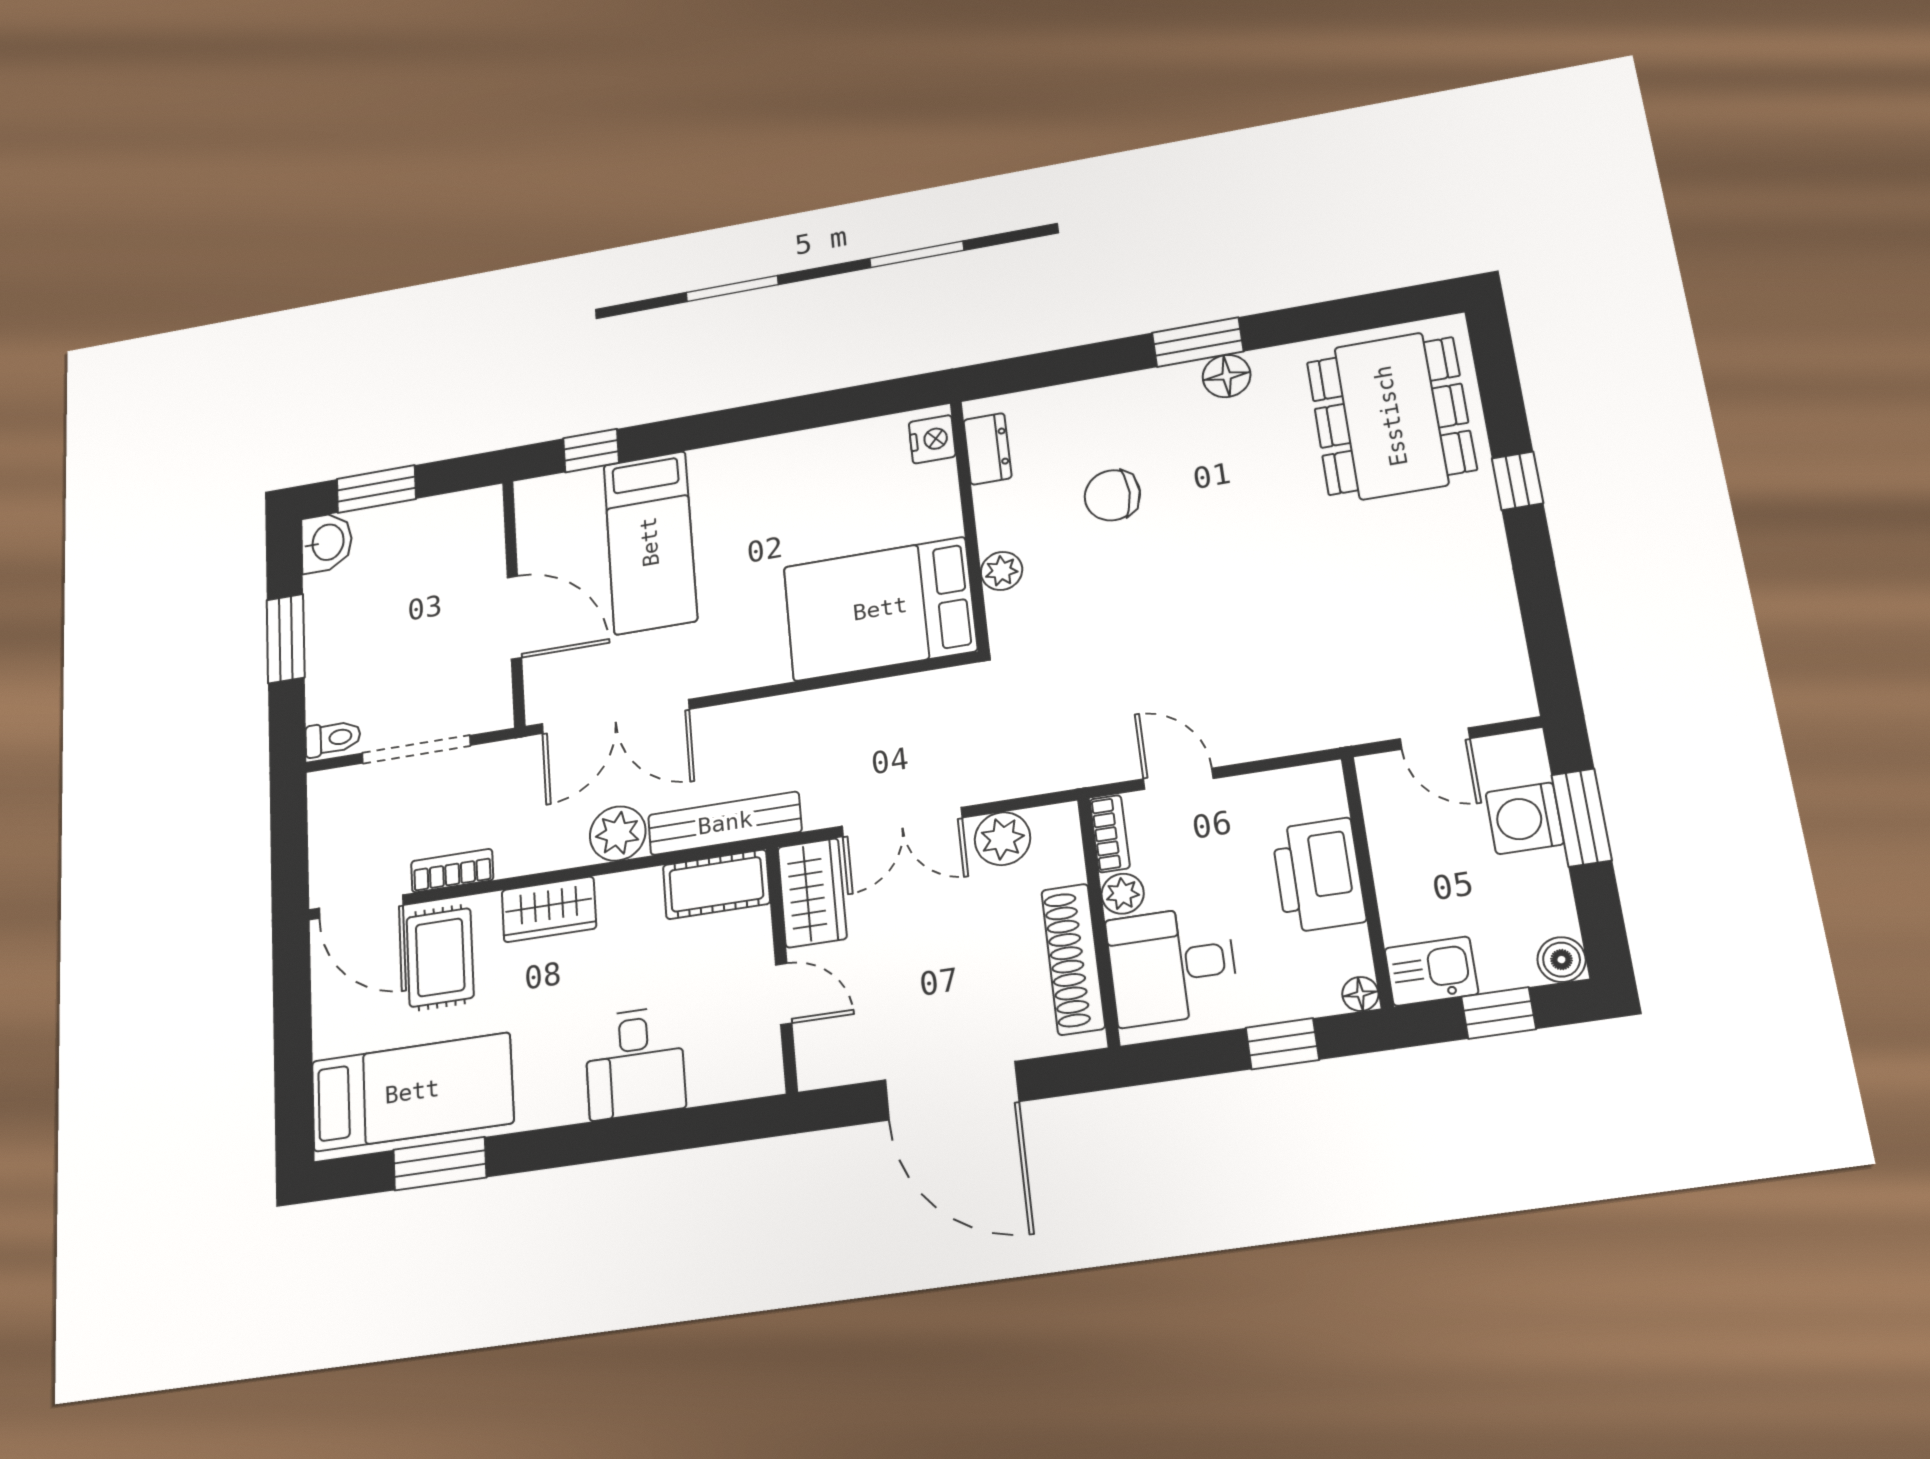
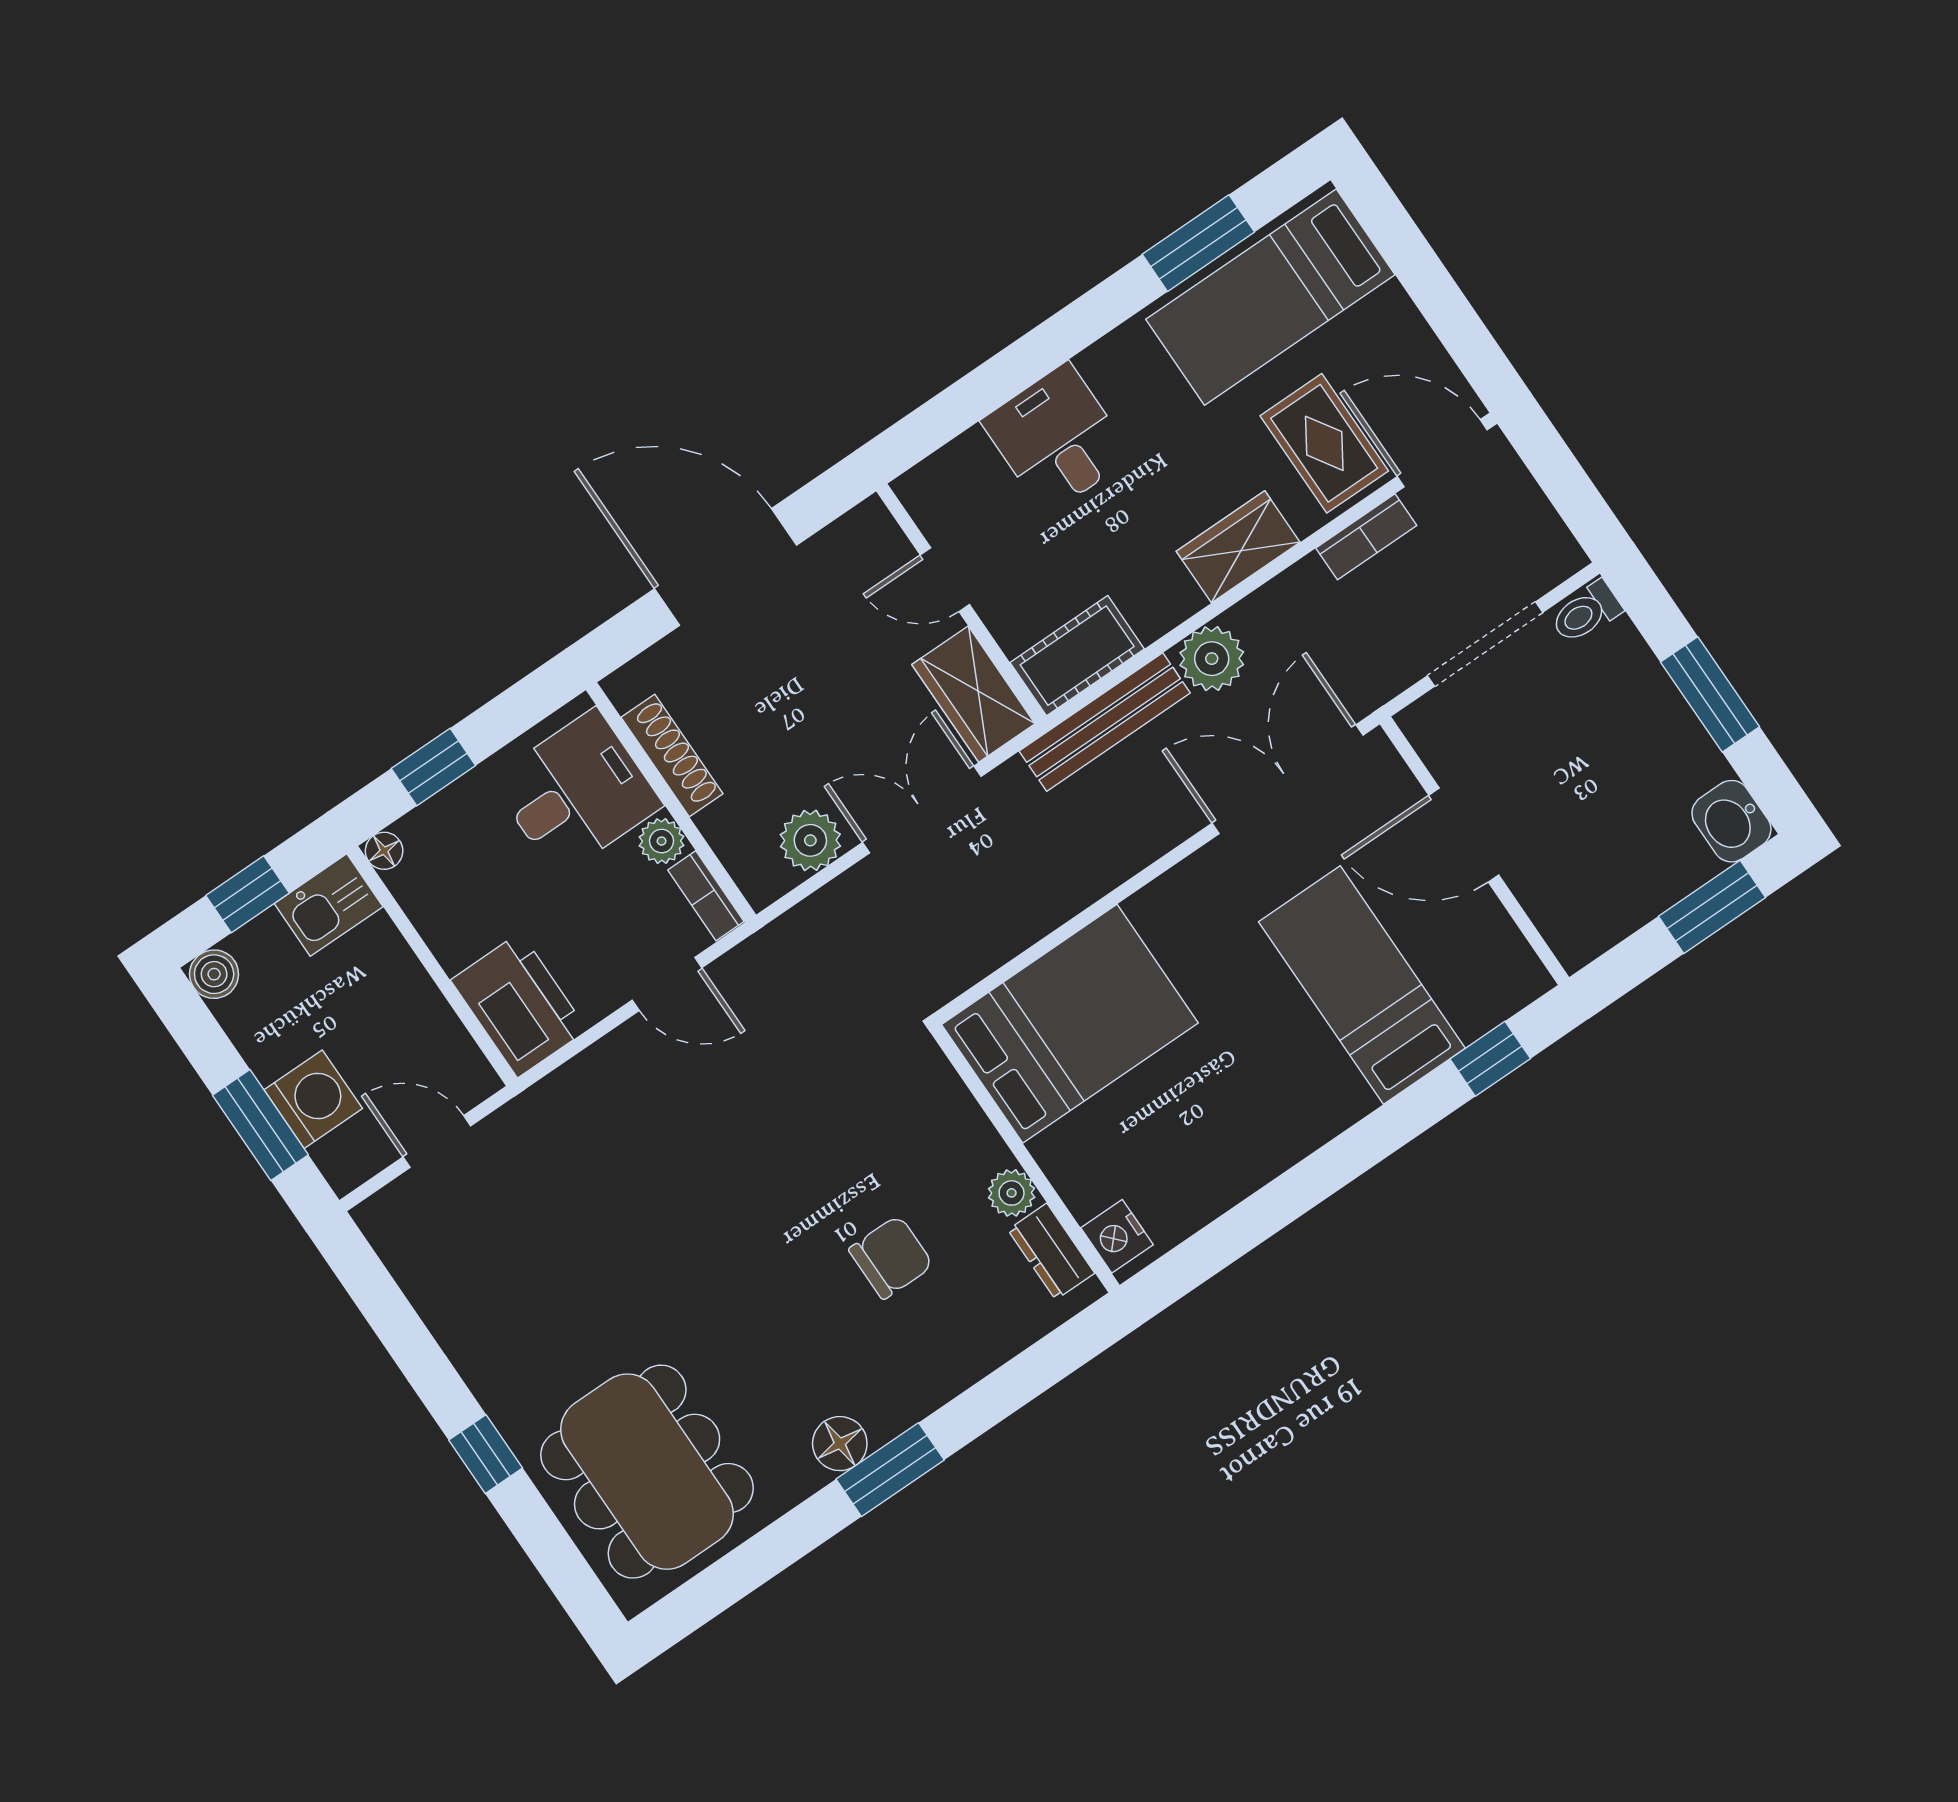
plant: (1002, 571) -> (1012, 1193), moved
printer: (1319, 875) -> (519, 1005), moved
shoe rack: (1073, 959) -> (672, 756), width x0.74, depth x0.81

